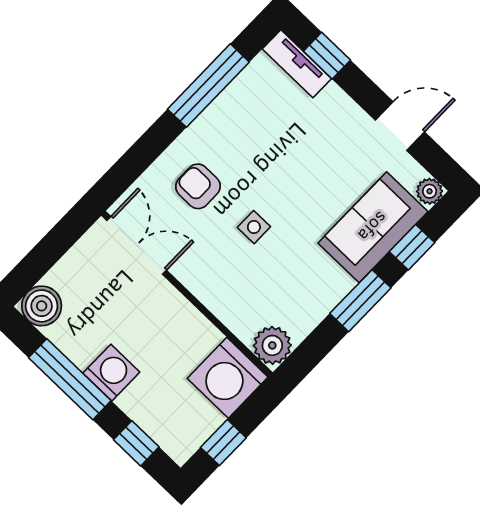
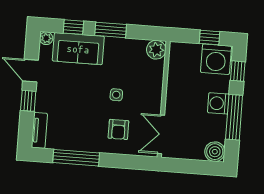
window: (327, 56) -> (28, 101), moved
washing machine: (228, 378) -> (216, 59), moved, turned 90

